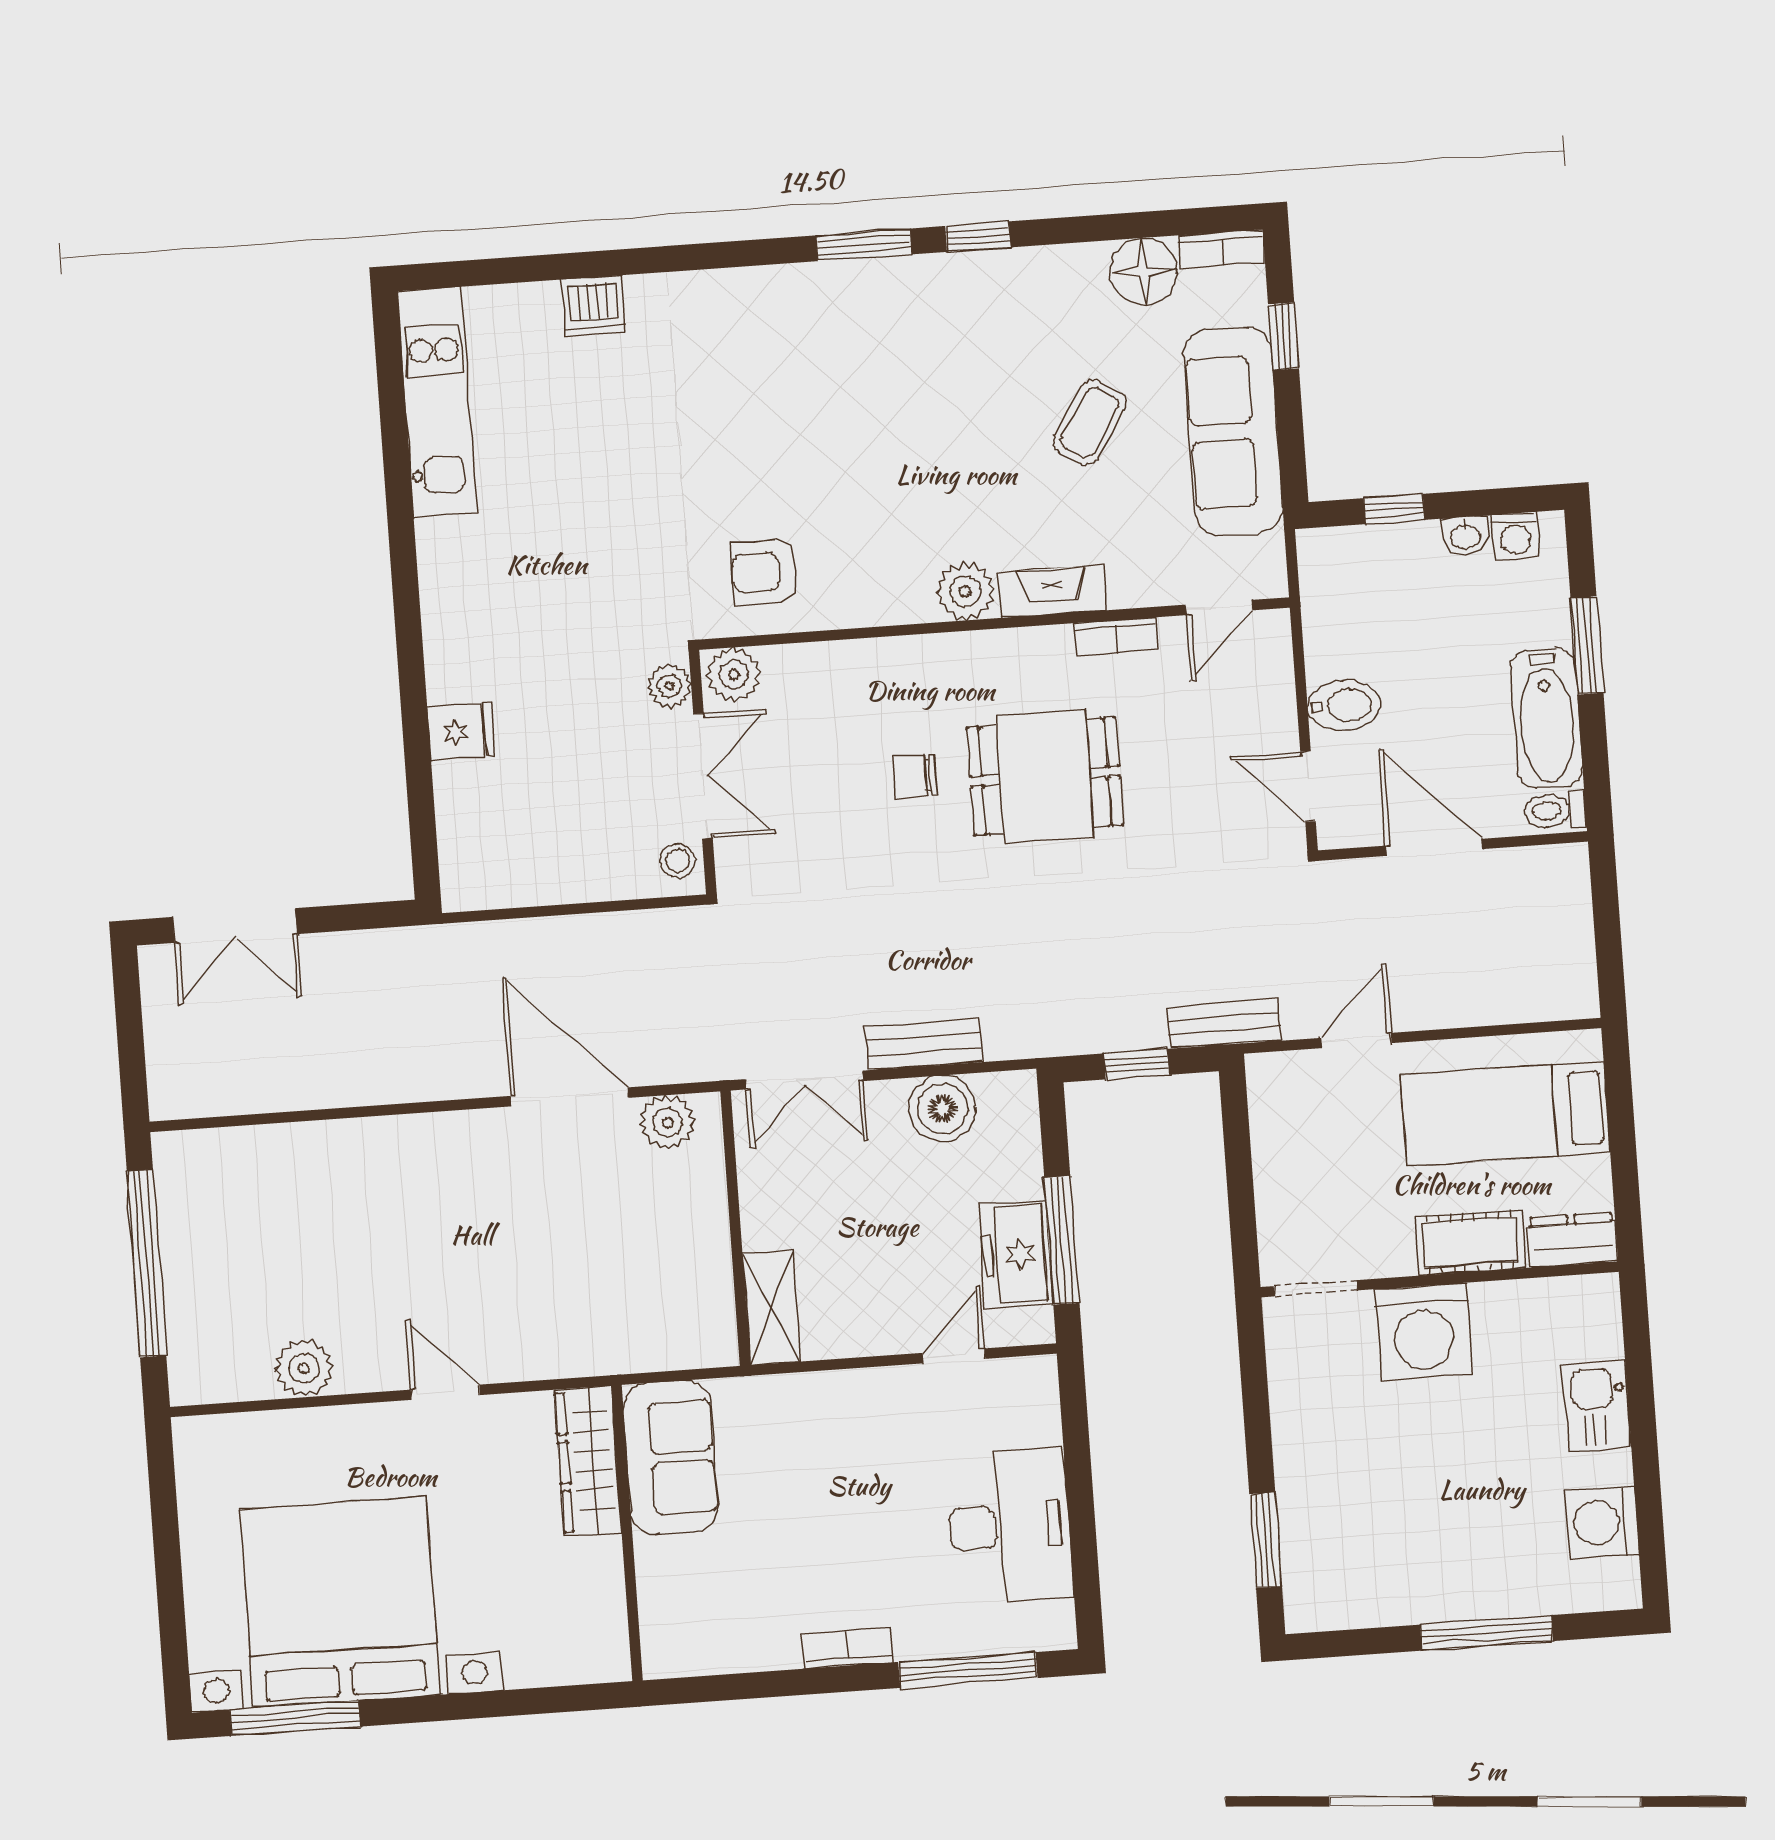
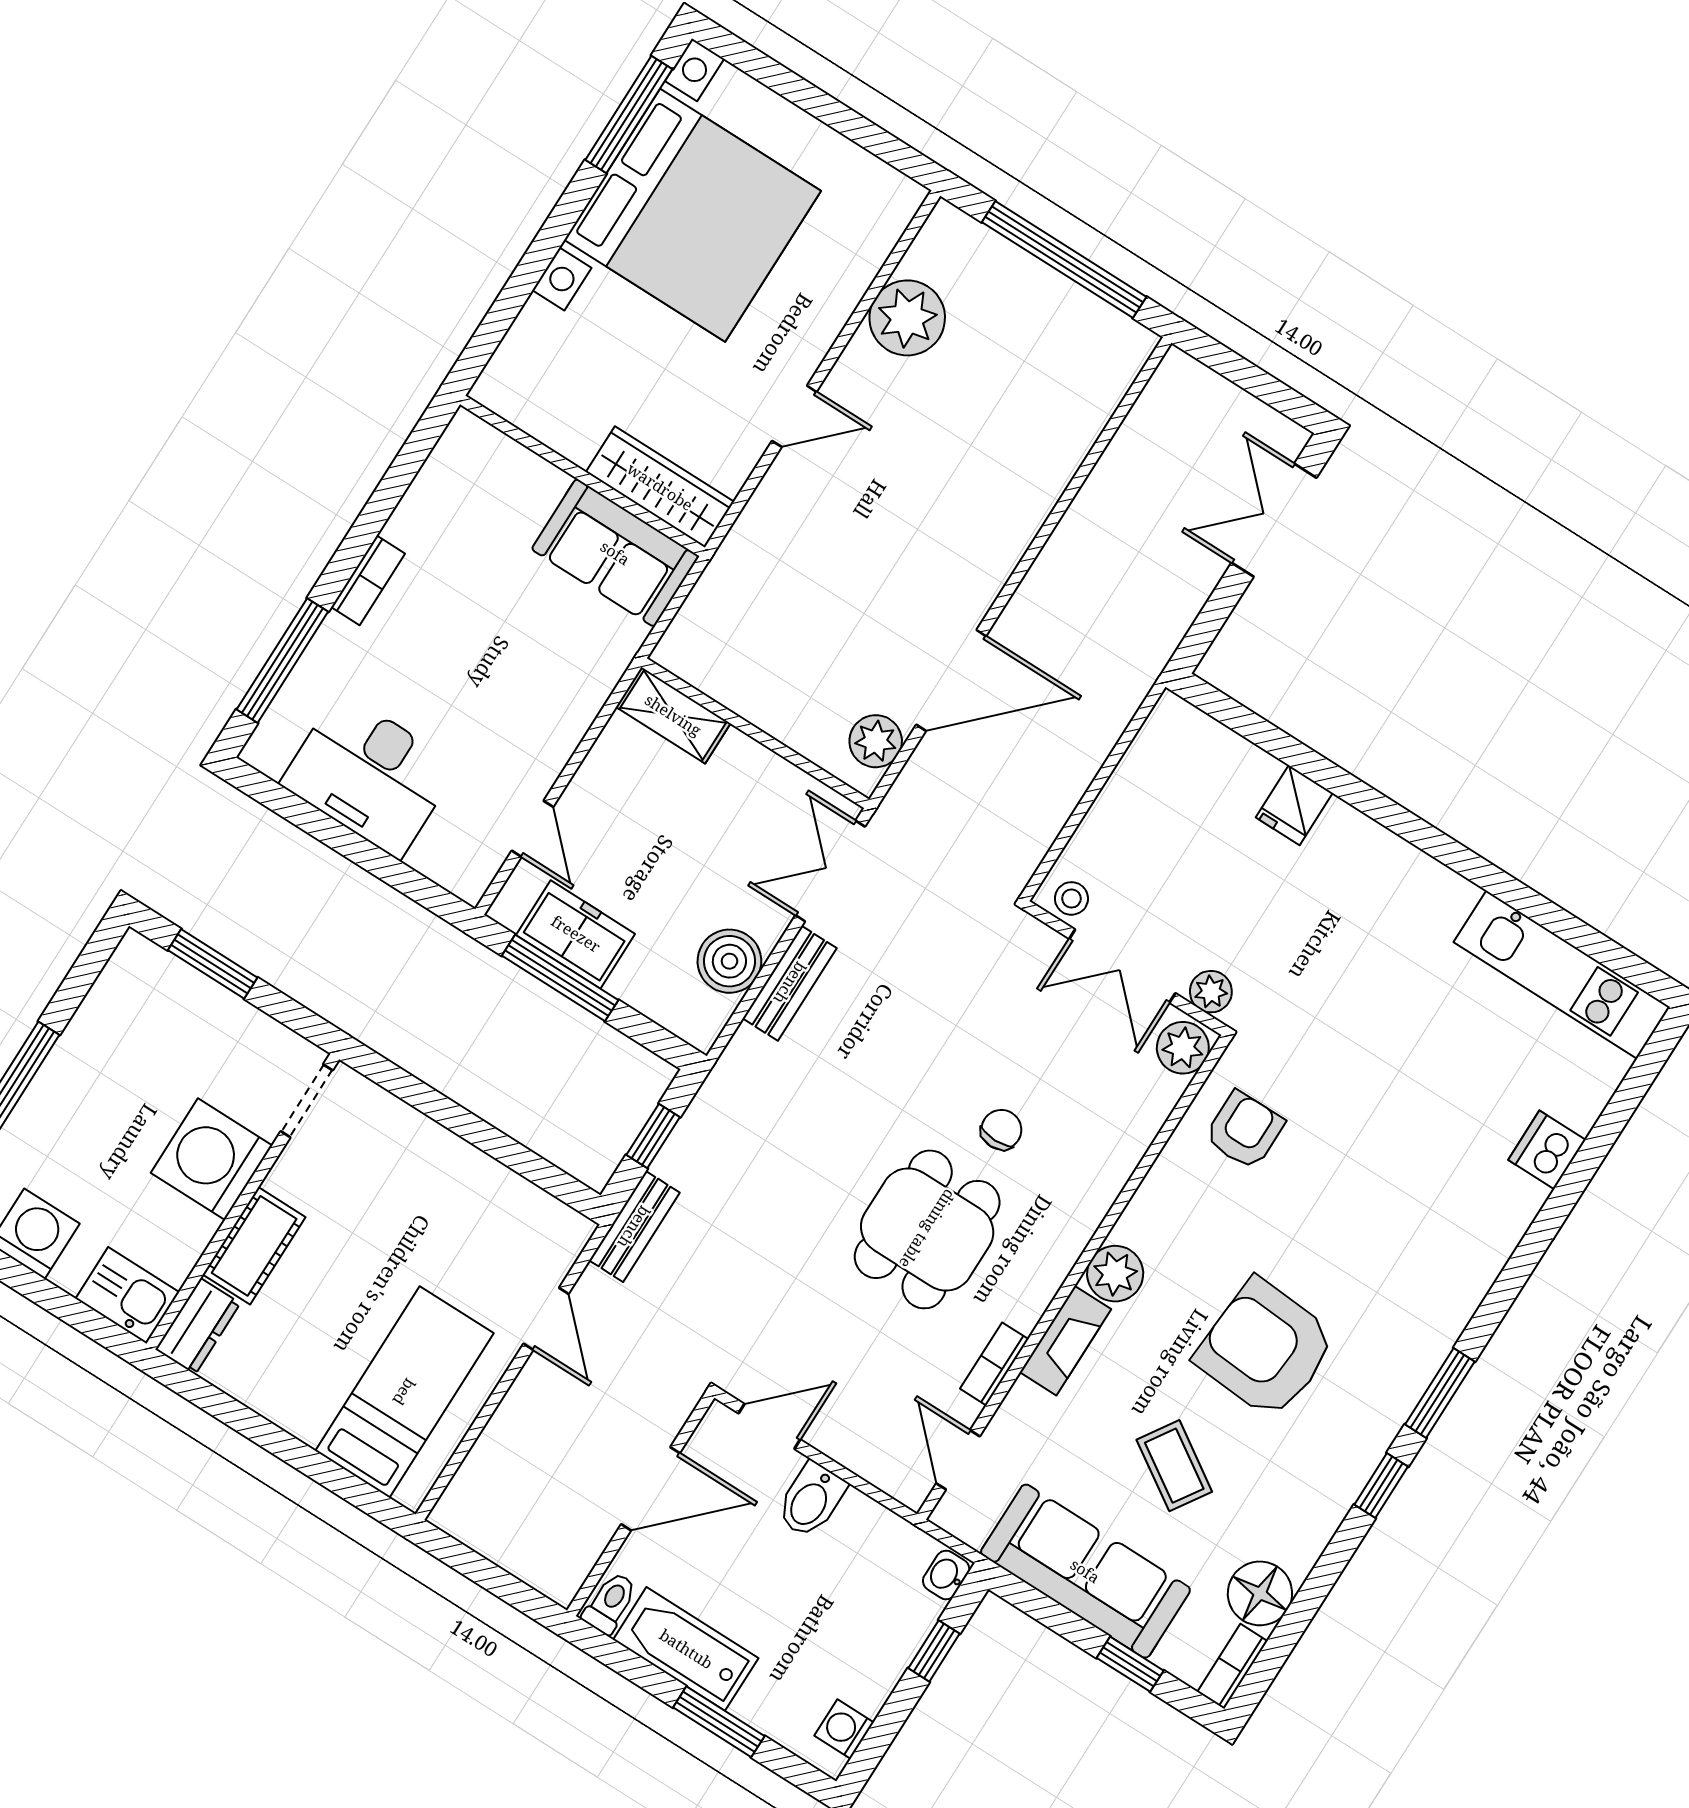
armchair: (935, 418) -> (1266, 1349), added
washbasin: (1465, 536) -> (946, 1575), moved
dresser: (1572, 1240) -> (198, 1326), moved
cot: (1470, 1243) -> (254, 1246), moved
wall: (1440, 1279) -> (243, 1201), moved
doorway: (1316, 1288) -> (307, 1101), moved
washing machine: (1424, 1332) -> (212, 1159), moved
plant: (304, 1368) -> (907, 318), width x1.36, depth x1.36

